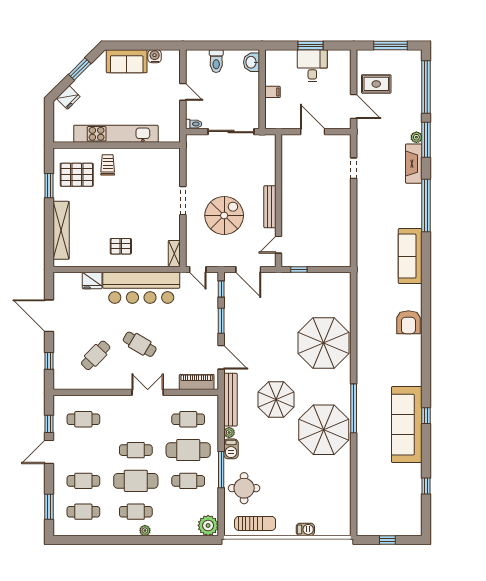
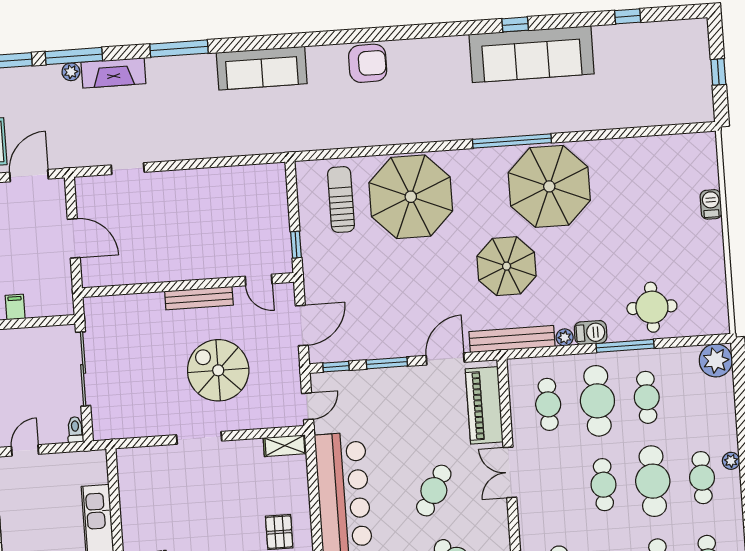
door: (313, 132) -> (74, 238), swing flipped
window: (426, 205) -> (179, 49), width x0.68
piano: (197, 382) -> (484, 405), width x1.37, depth x1.33
sun lounger: (255, 523) -> (341, 200), moved

